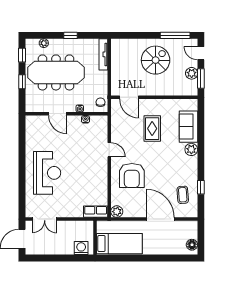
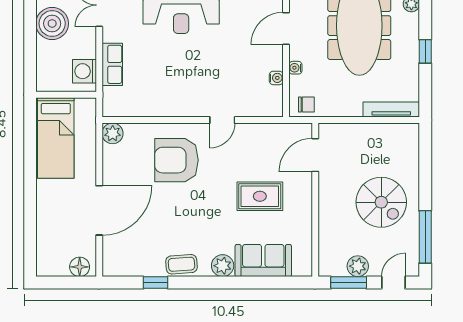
coffee table: (183, 195) -> (181, 264), moved
row of seats: (96, 212) -> (112, 64), moved
floor lamp: (192, 245) -> (80, 267), moved
boiler: (55, 246) -> (52, 23), added
washing machine: (81, 248) -> (84, 71), moved, turned 180

